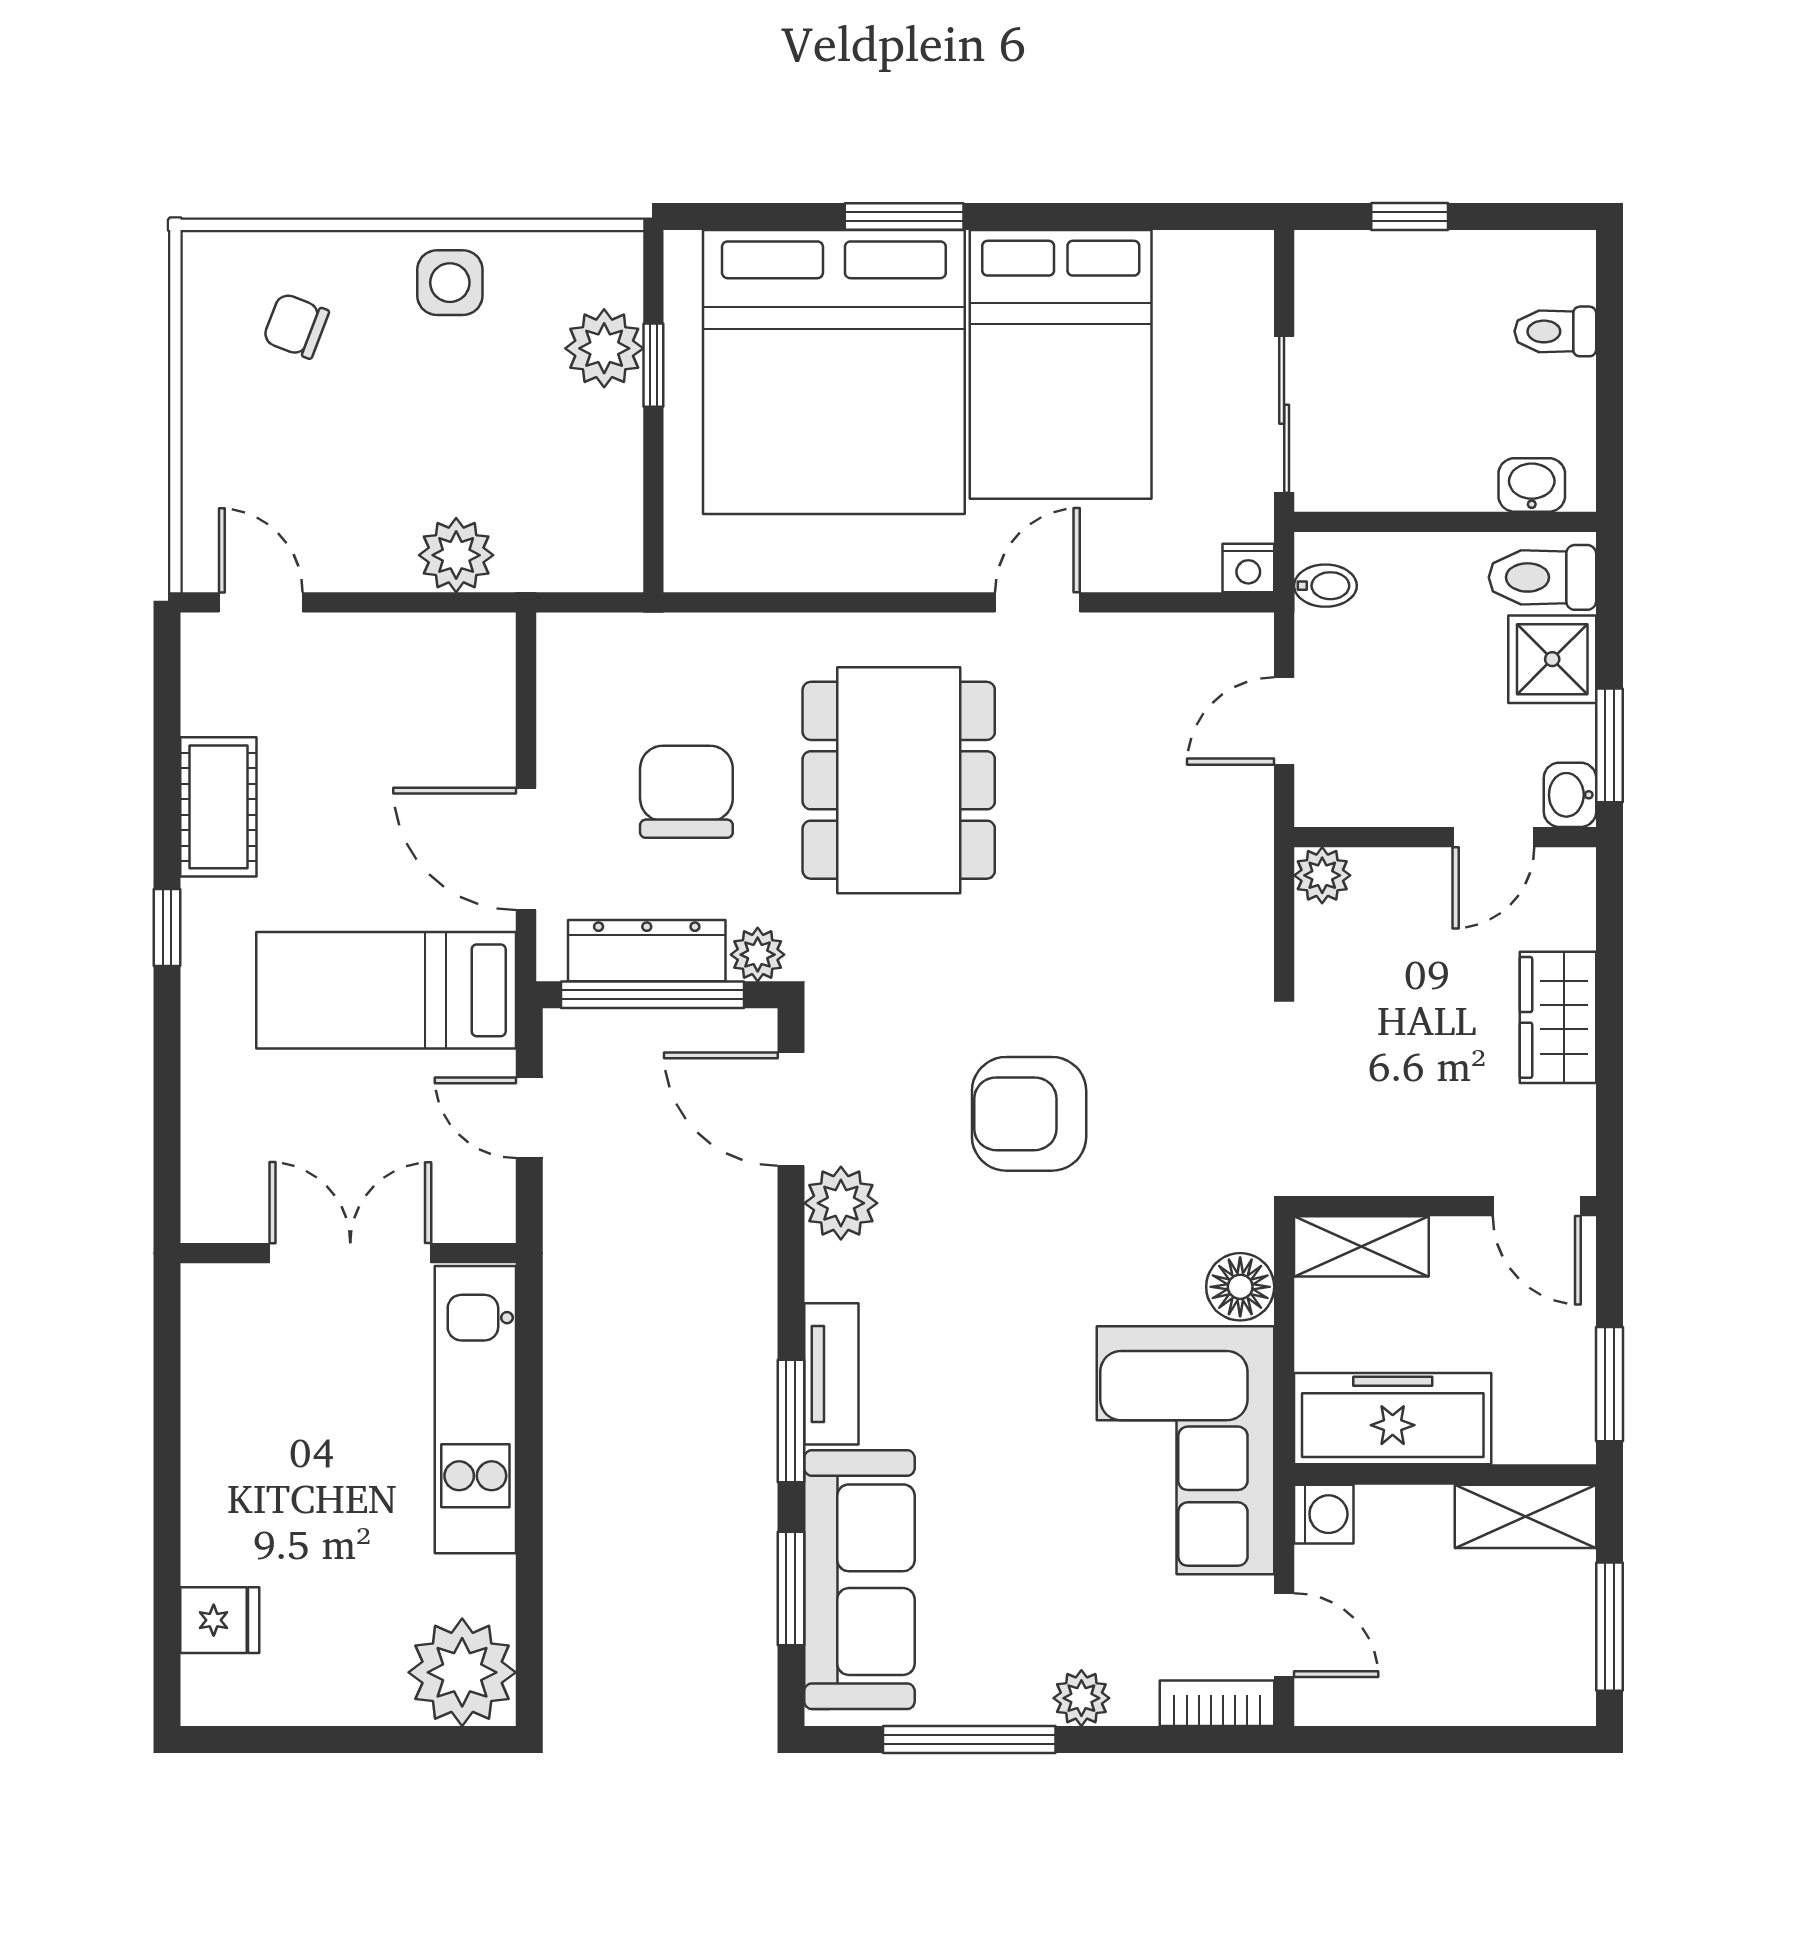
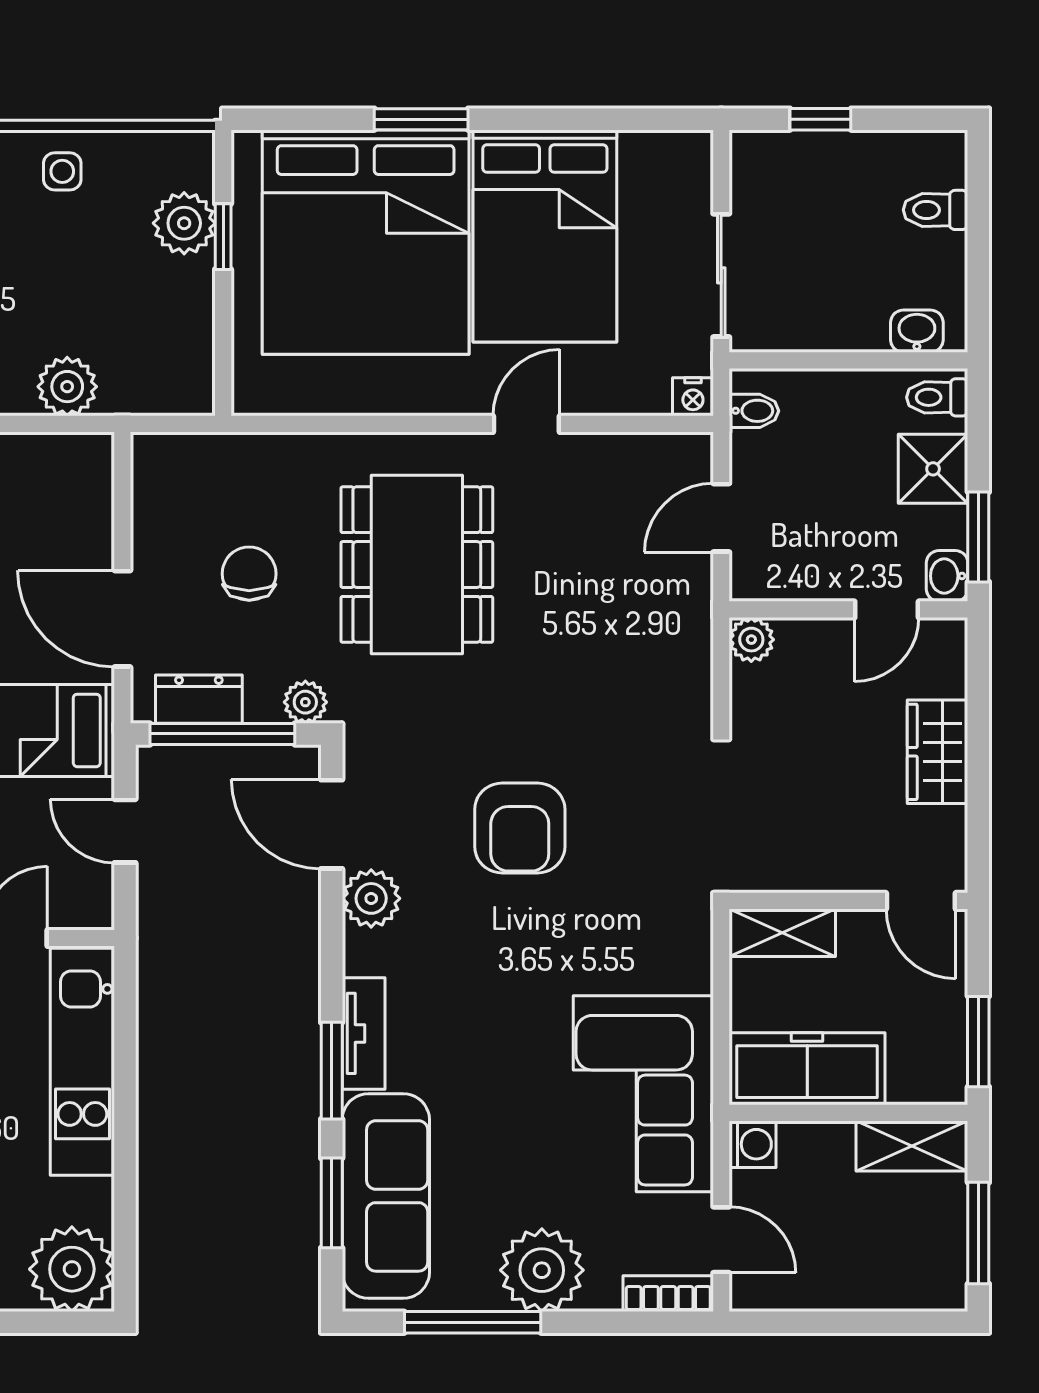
side table: (450, 283) -> (62, 171), width x0.73, depth x0.73
toilet: (1542, 577) -> (937, 397), width x0.73, depth x0.72
chair: (686, 792) -> (249, 574), width x0.73, depth x0.73
dresser: (647, 951) -> (199, 699), width x0.70
armchair: (1029, 1114) -> (520, 828), turned -90
floor lamp: (1240, 1287) -> (687, 965), removed
plant: (1081, 1698) -> (542, 1270), width x1.87, depth x1.87

